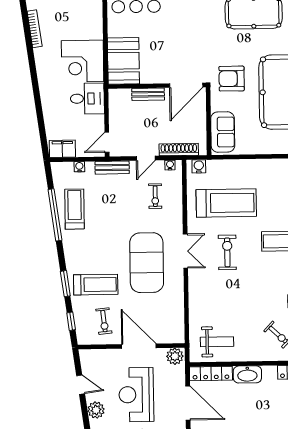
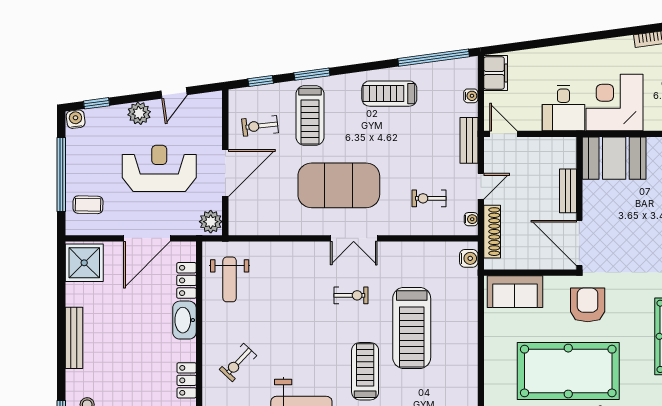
door: (146, 158) -> (481, 186), swing flipped
treadmill: (226, 203) -> (412, 328), moved
treadmill: (75, 209) -> (389, 94), moved, turned 180
window: (55, 215) -> (434, 58), moved
exercise bike: (227, 252) -> (351, 295), width x0.73, depth x0.72
locker: (211, 373) -> (186, 280), width x0.66

